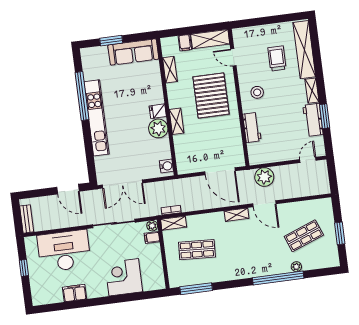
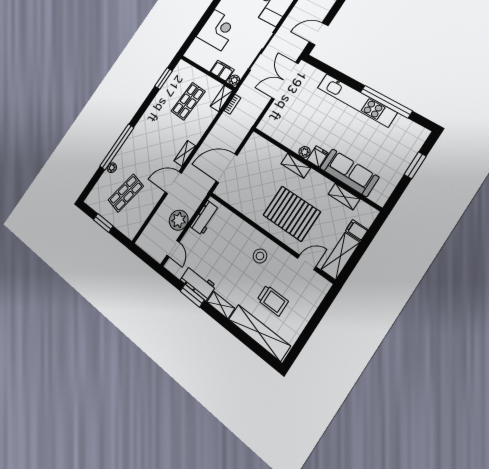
sofa: (133, 52) -> (349, 173), moved, turned 90
workbench: (252, 127) -> (205, 218), moved, turned -90
plant: (158, 128) -> (304, 152), width x0.53, depth x0.53
water cooler: (166, 166) -> (268, 128), removed
plant: (264, 177) -> (179, 220), moved
shop shelf: (304, 236) -> (126, 193), turned 33
filing cabinet: (152, 238) -> (222, 71), width x2.00
window: (196, 289) -> (164, 79), width x0.69

